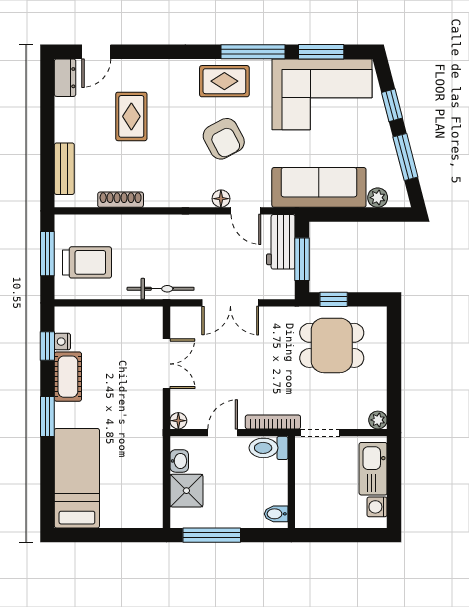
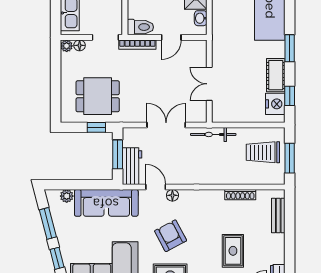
nightstand: (62, 342) -> (275, 104), width x1.89, depth x1.79
floor lamp: (178, 421) -> (80, 45), moved

